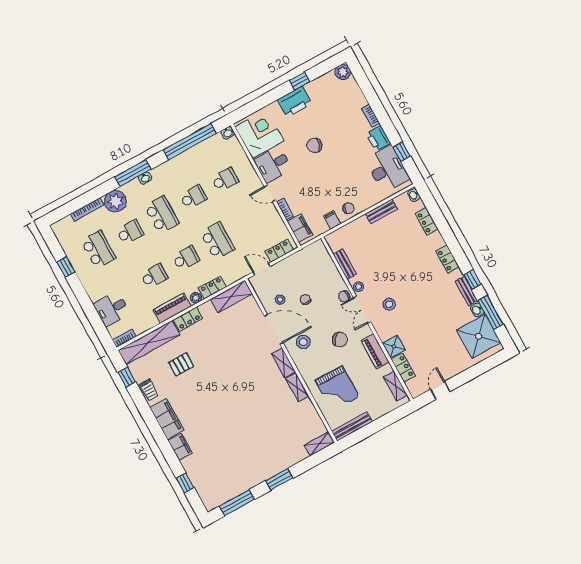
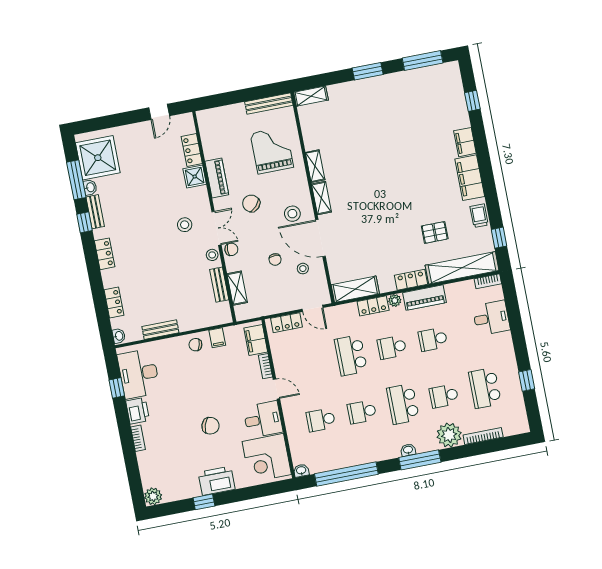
shelving: (395, 386) -> (237, 288), moved

